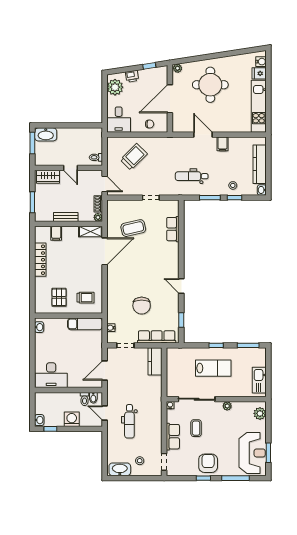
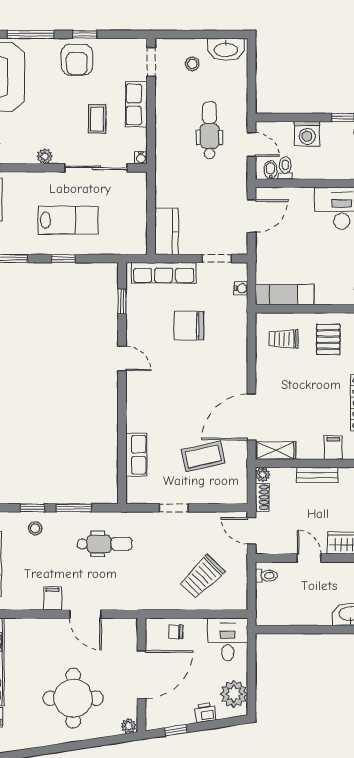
chair: (142, 306) -> (189, 326), turned -90
lab bench: (213, 368) -> (68, 220), turned 180

